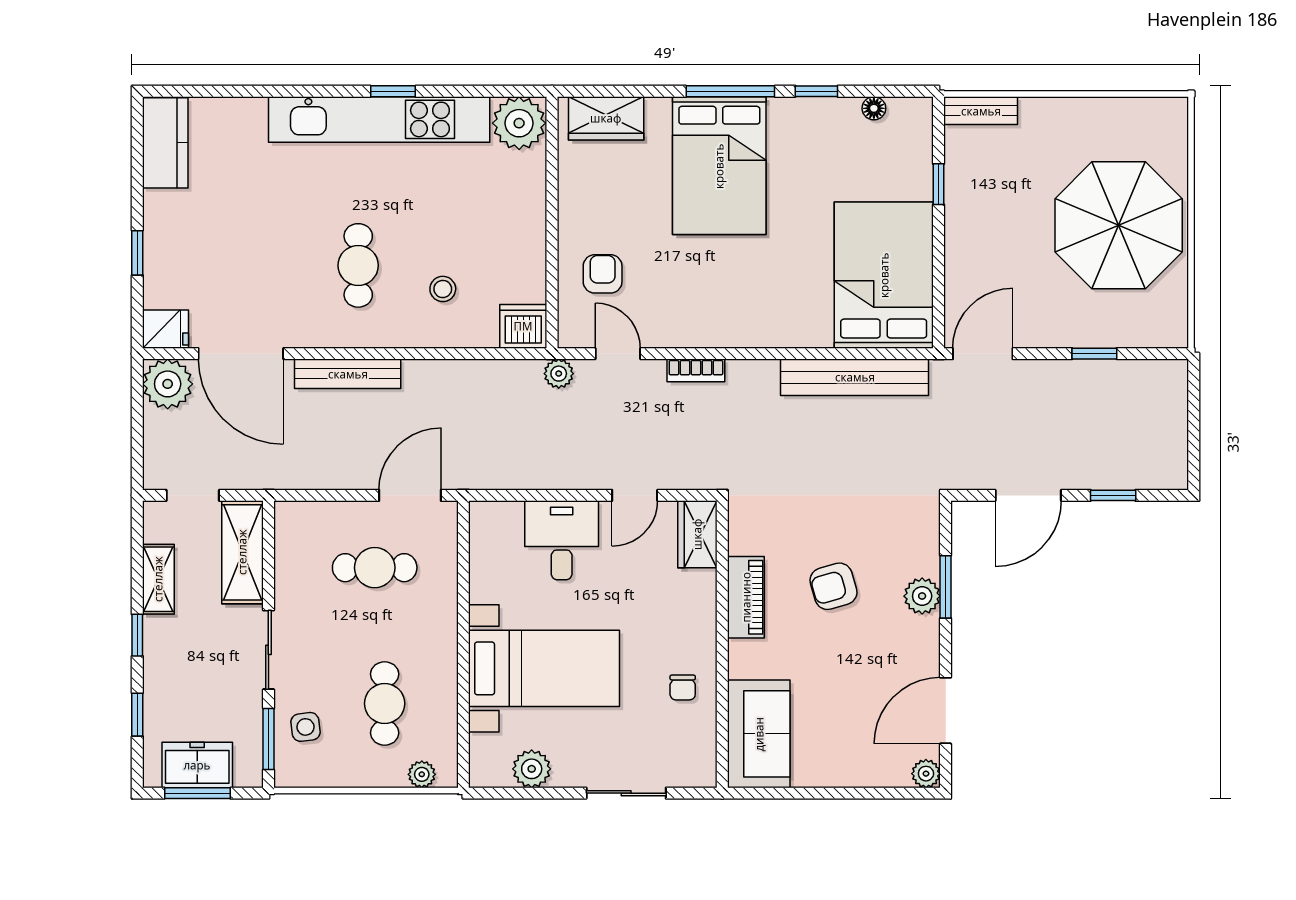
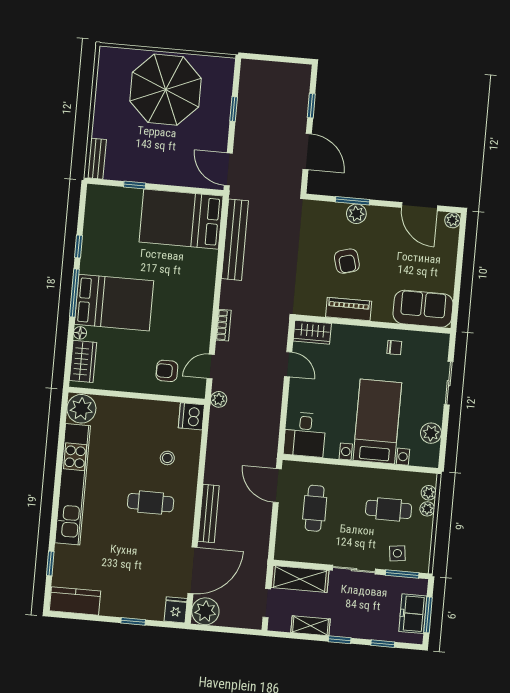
window: (393, 91) -> (50, 564), moved
floor lamp: (874, 108) -> (80, 333), moved
desk: (562, 540) -> (305, 435), moved, turned -90
plant: (392, 774) -> (427, 509), added

